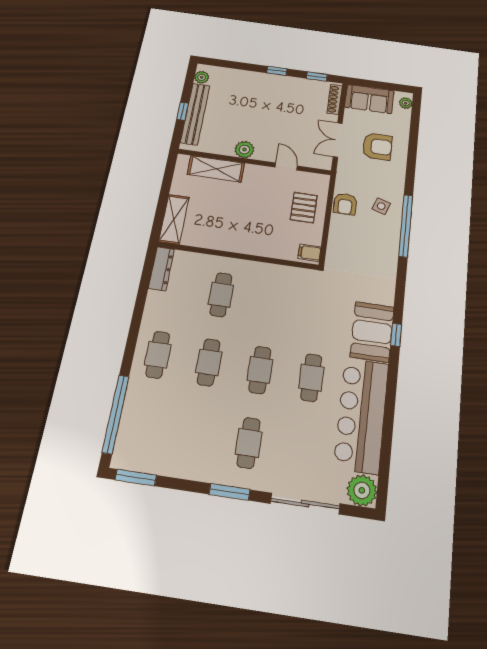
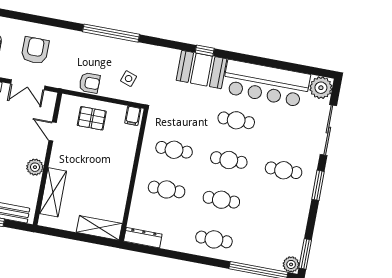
door: (286, 167) -> (53, 132), hinge flipped
side table: (381, 206) -> (129, 79), moved
cafe table: (270, 302) -> (174, 150), added
plant: (122, 458) -> (291, 264), added

